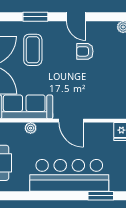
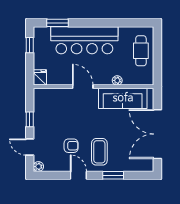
coffee table: (33, 50) -> (99, 152), moved

